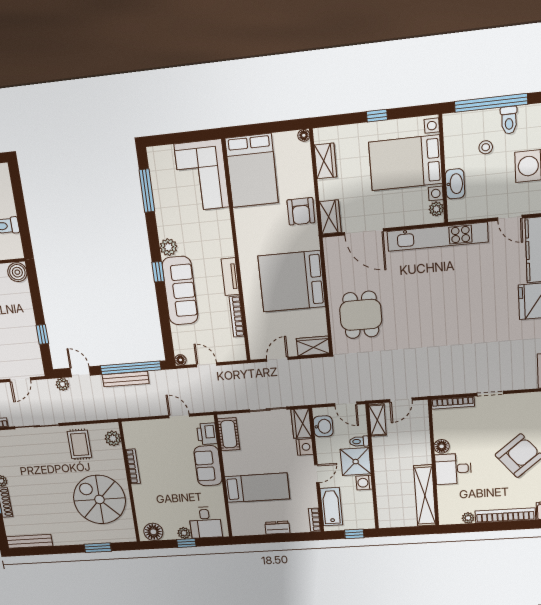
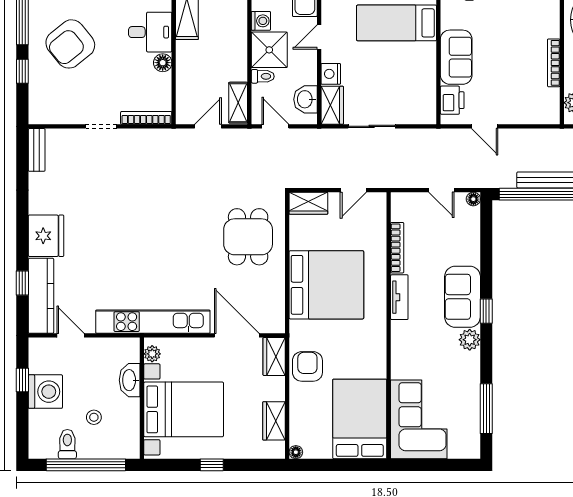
sofa: (180, 291) -> (463, 297), width x0.73
cot: (229, 434) -> (425, 98), removed

